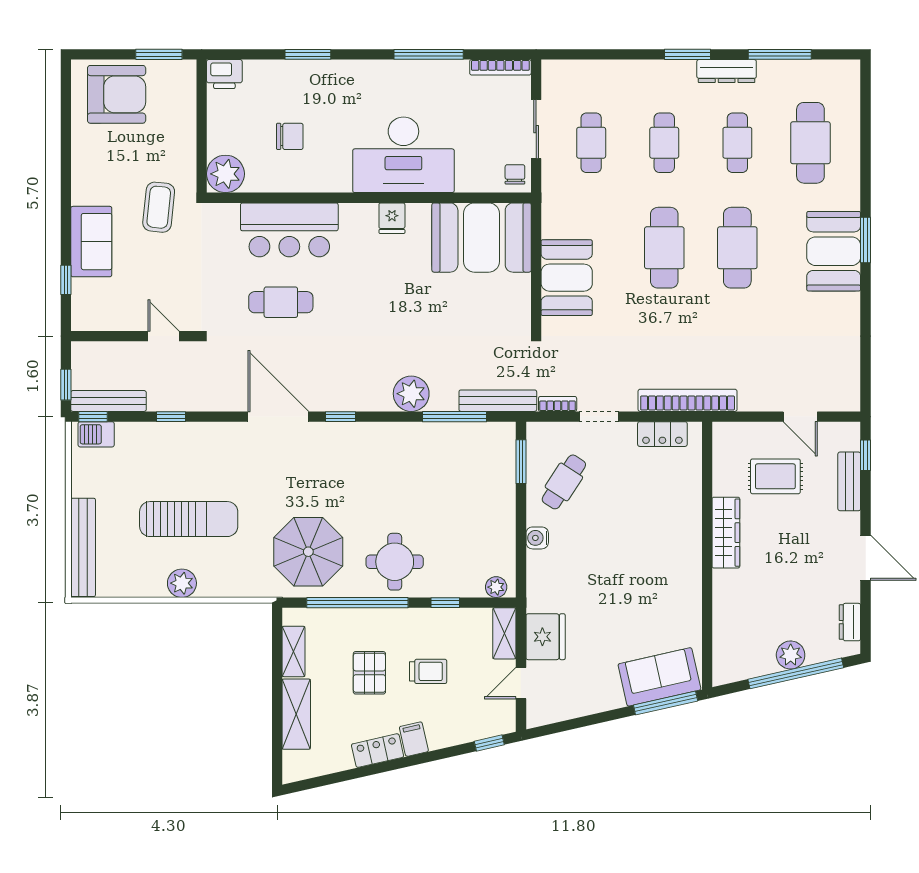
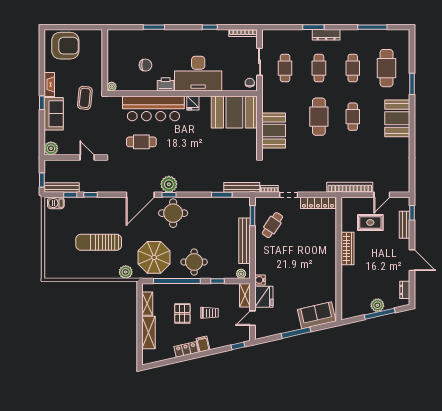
window: (159, 54) -> (85, 27), removed
window: (429, 54) -> (210, 27), width x0.46
window: (688, 54) -> (313, 27), moved
dresser: (727, 71) -> (326, 35), moved
printer: (224, 74) -> (166, 84), moved, turned 180
plant: (225, 174) -> (112, 87), width x0.53, depth x0.53
fireplace: (82, 178) -> (49, 84), added
bar counter: (289, 230) -> (153, 108), width x1.36
window: (866, 240) -> (412, 84), moved
cafe table: (737, 248) -> (353, 117), width x0.73, depth x0.74
window: (66, 280) -> (42, 103), moved
plant: (86, 316) -> (51, 148), added
plant: (411, 394) -> (169, 184), moved
bookcase: (688, 400) -> (350, 187), moved
window: (93, 417) -> (70, 195), moved
door: (278, 417) -> (140, 195), swing flipped
window: (455, 417) -> (222, 195), width x0.69
door: (800, 417) -> (382, 195), hinge flipped
locker: (662, 434) -> (318, 203), width x1.53
round table: (349, 456) -> (173, 213), added
sun lounger: (189, 519) -> (99, 242), turned 180
water cooler: (537, 538) -> (260, 280), moved
bench: (83, 547) -> (245, 241), moved
plant: (182, 583) -> (126, 272), moved
window: (796, 673) -> (380, 314), width x0.68
window: (666, 703) -> (296, 333), moved

